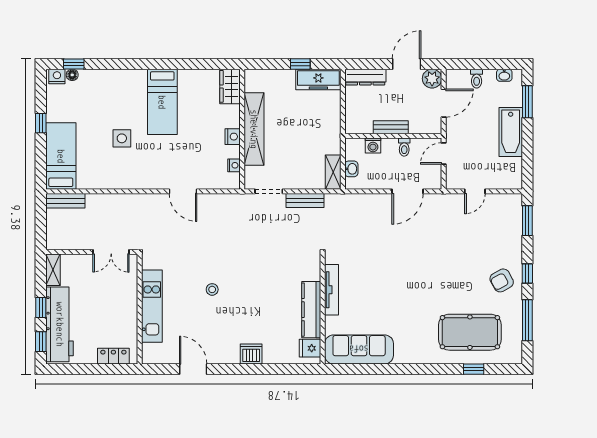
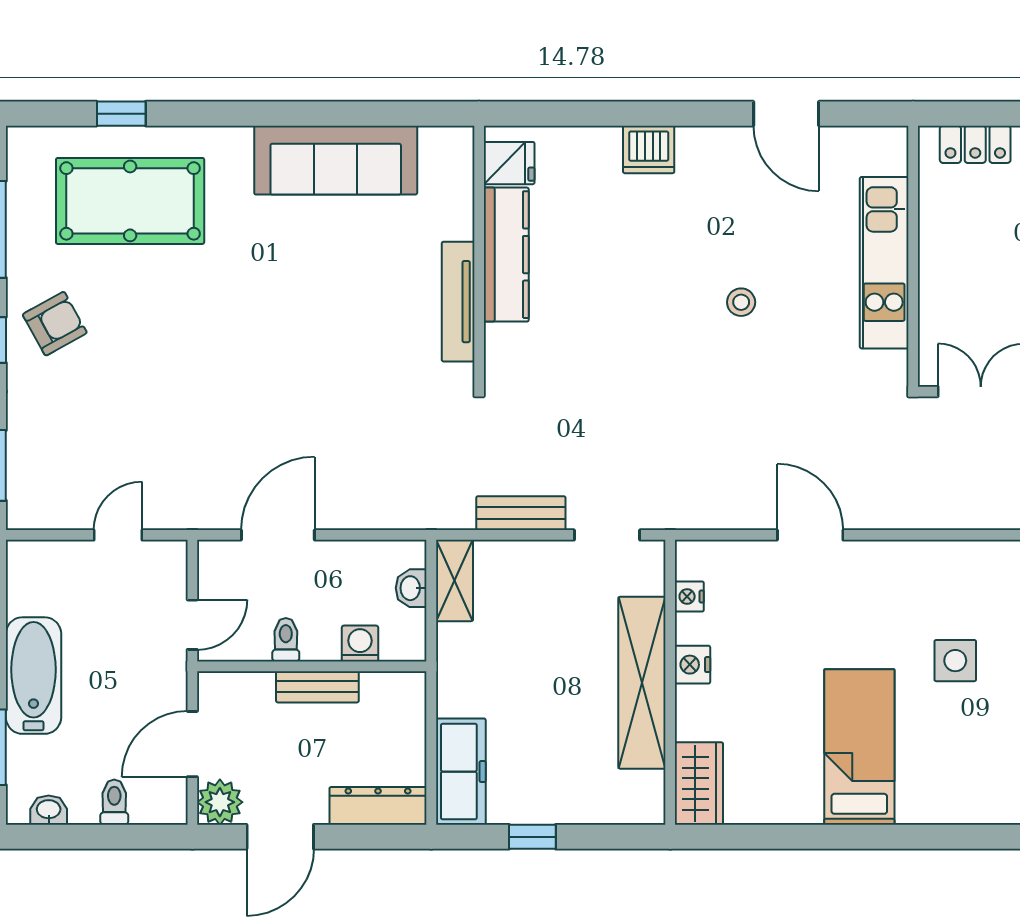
freezer: (318, 79) -> (461, 772), moved, turned 90
sofa: (359, 349) -> (336, 160), moved

